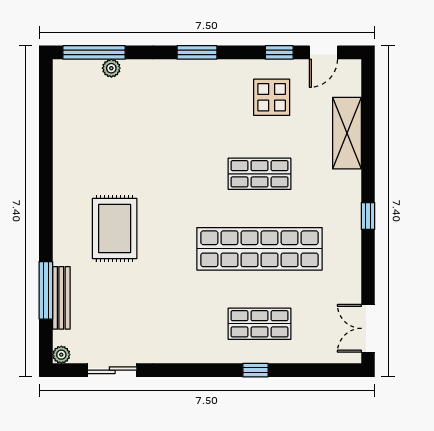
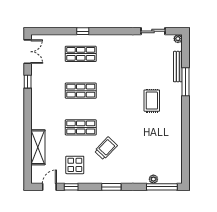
trolley: (208, 131) -> (106, 148), added
window: (368, 216) -> (28, 82), moved
rug: (115, 228) -> (152, 101), width x0.73, depth x0.70
shop shelf: (260, 249) -> (81, 91), width x0.50, depth x0.74
window: (46, 290) -> (186, 82), moved

